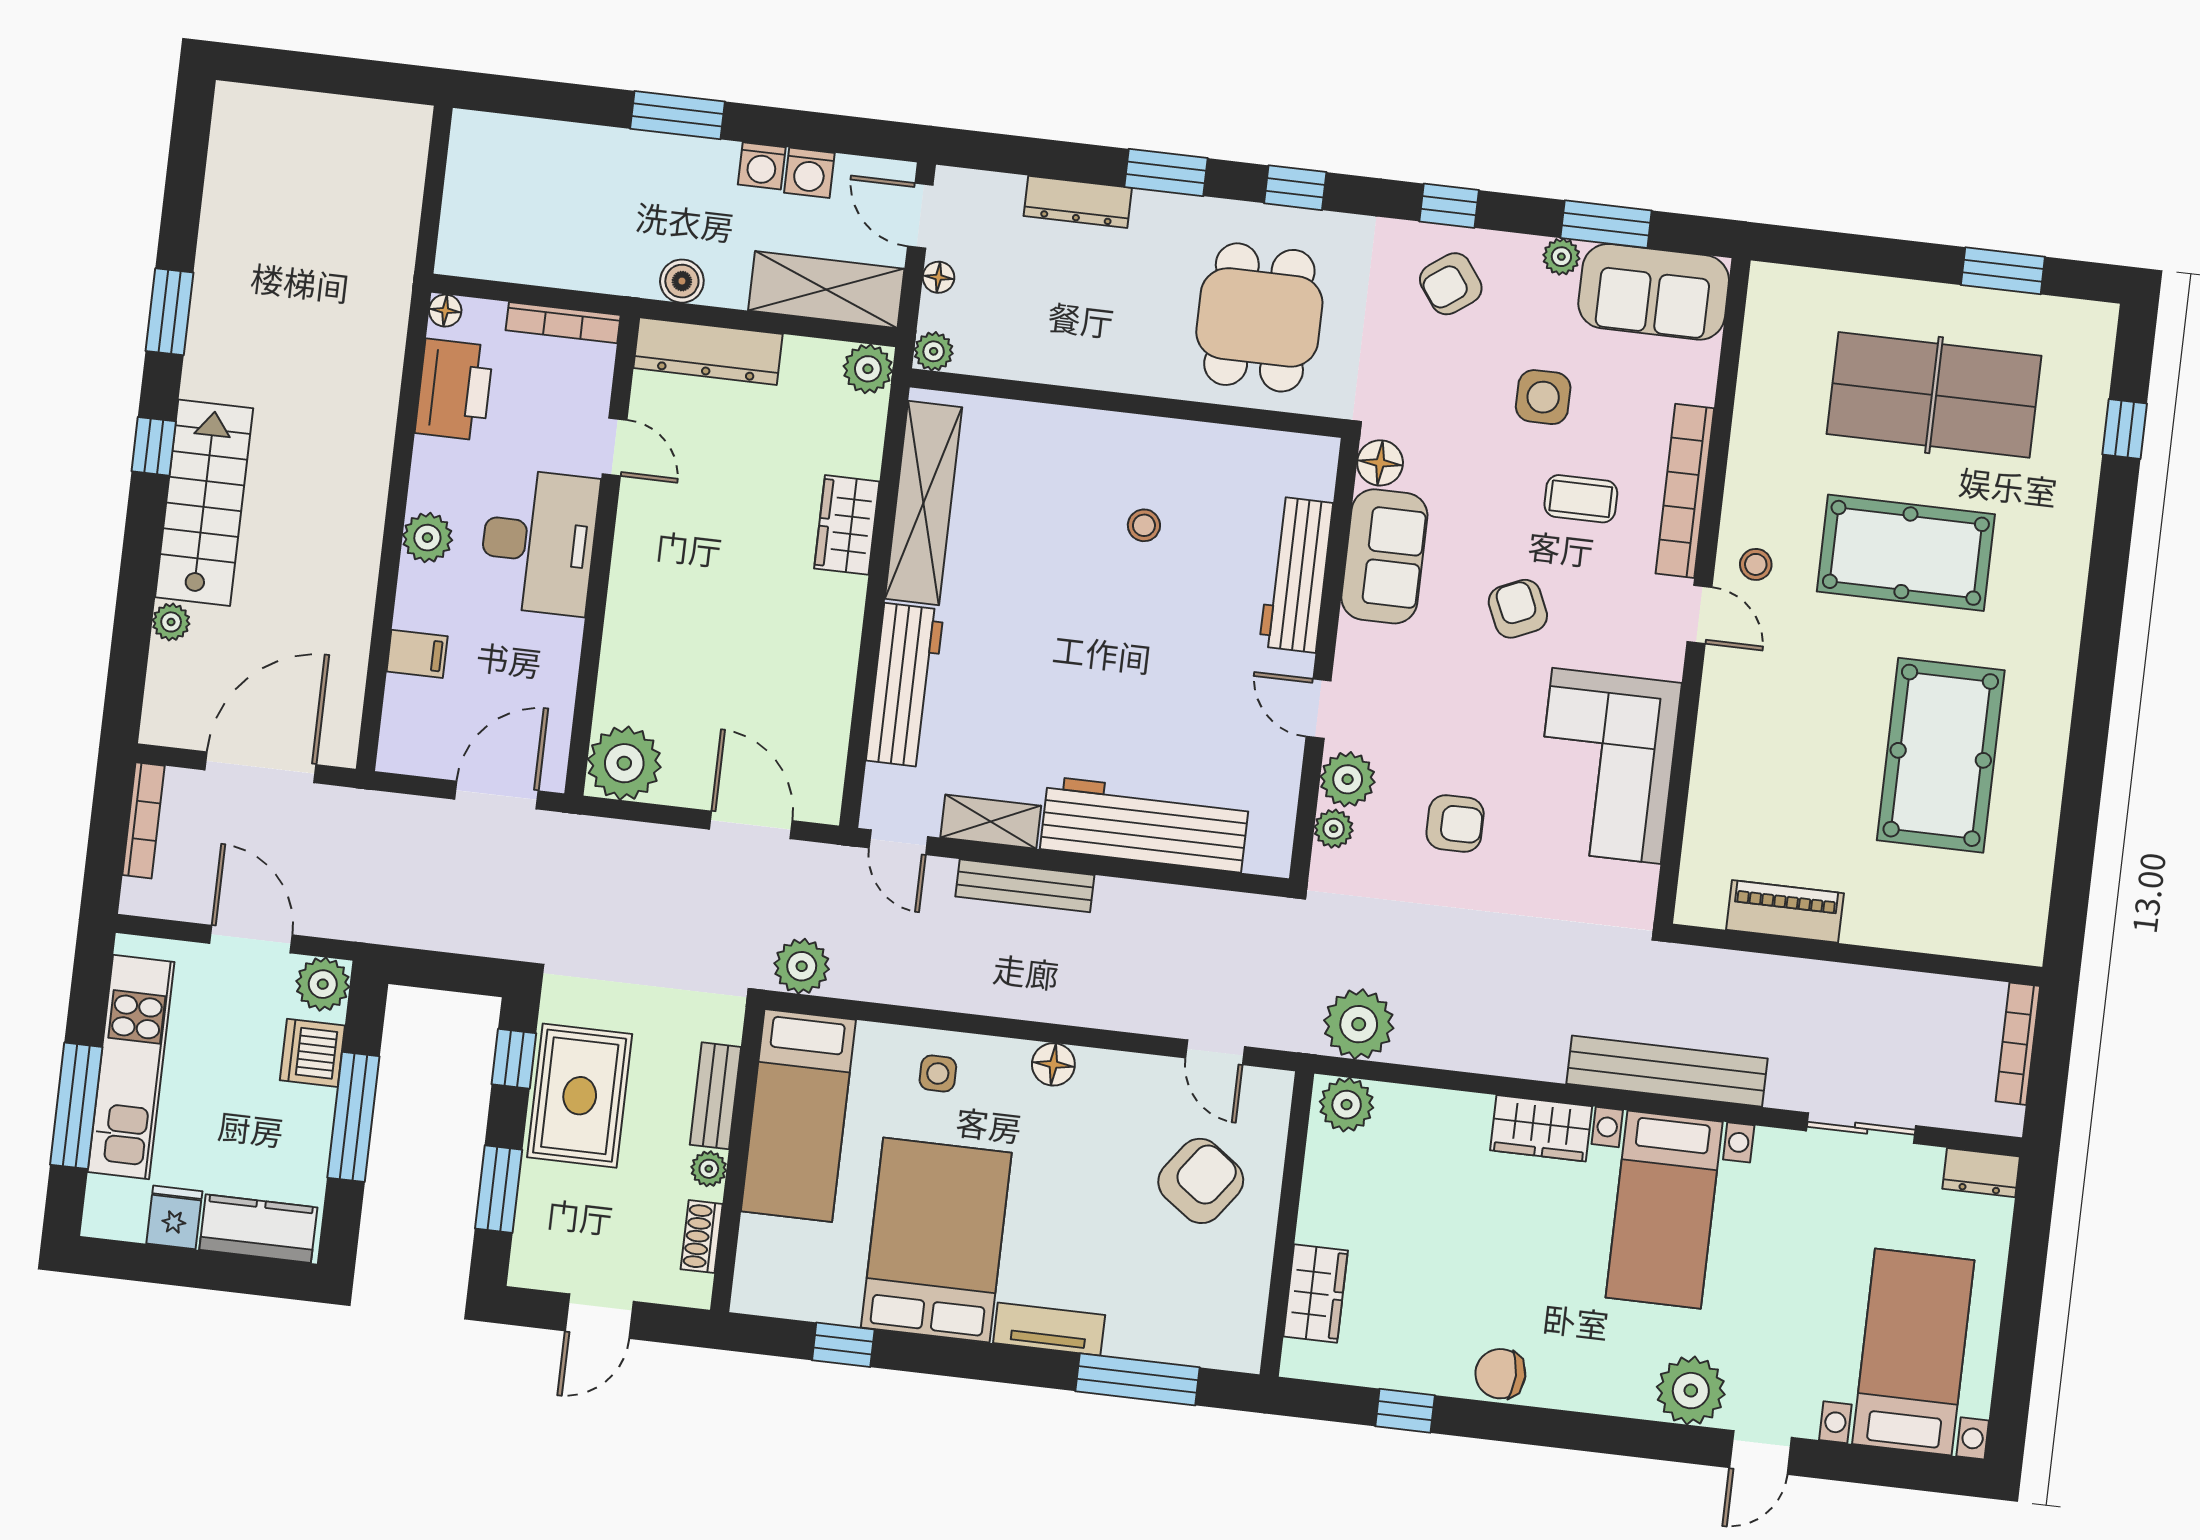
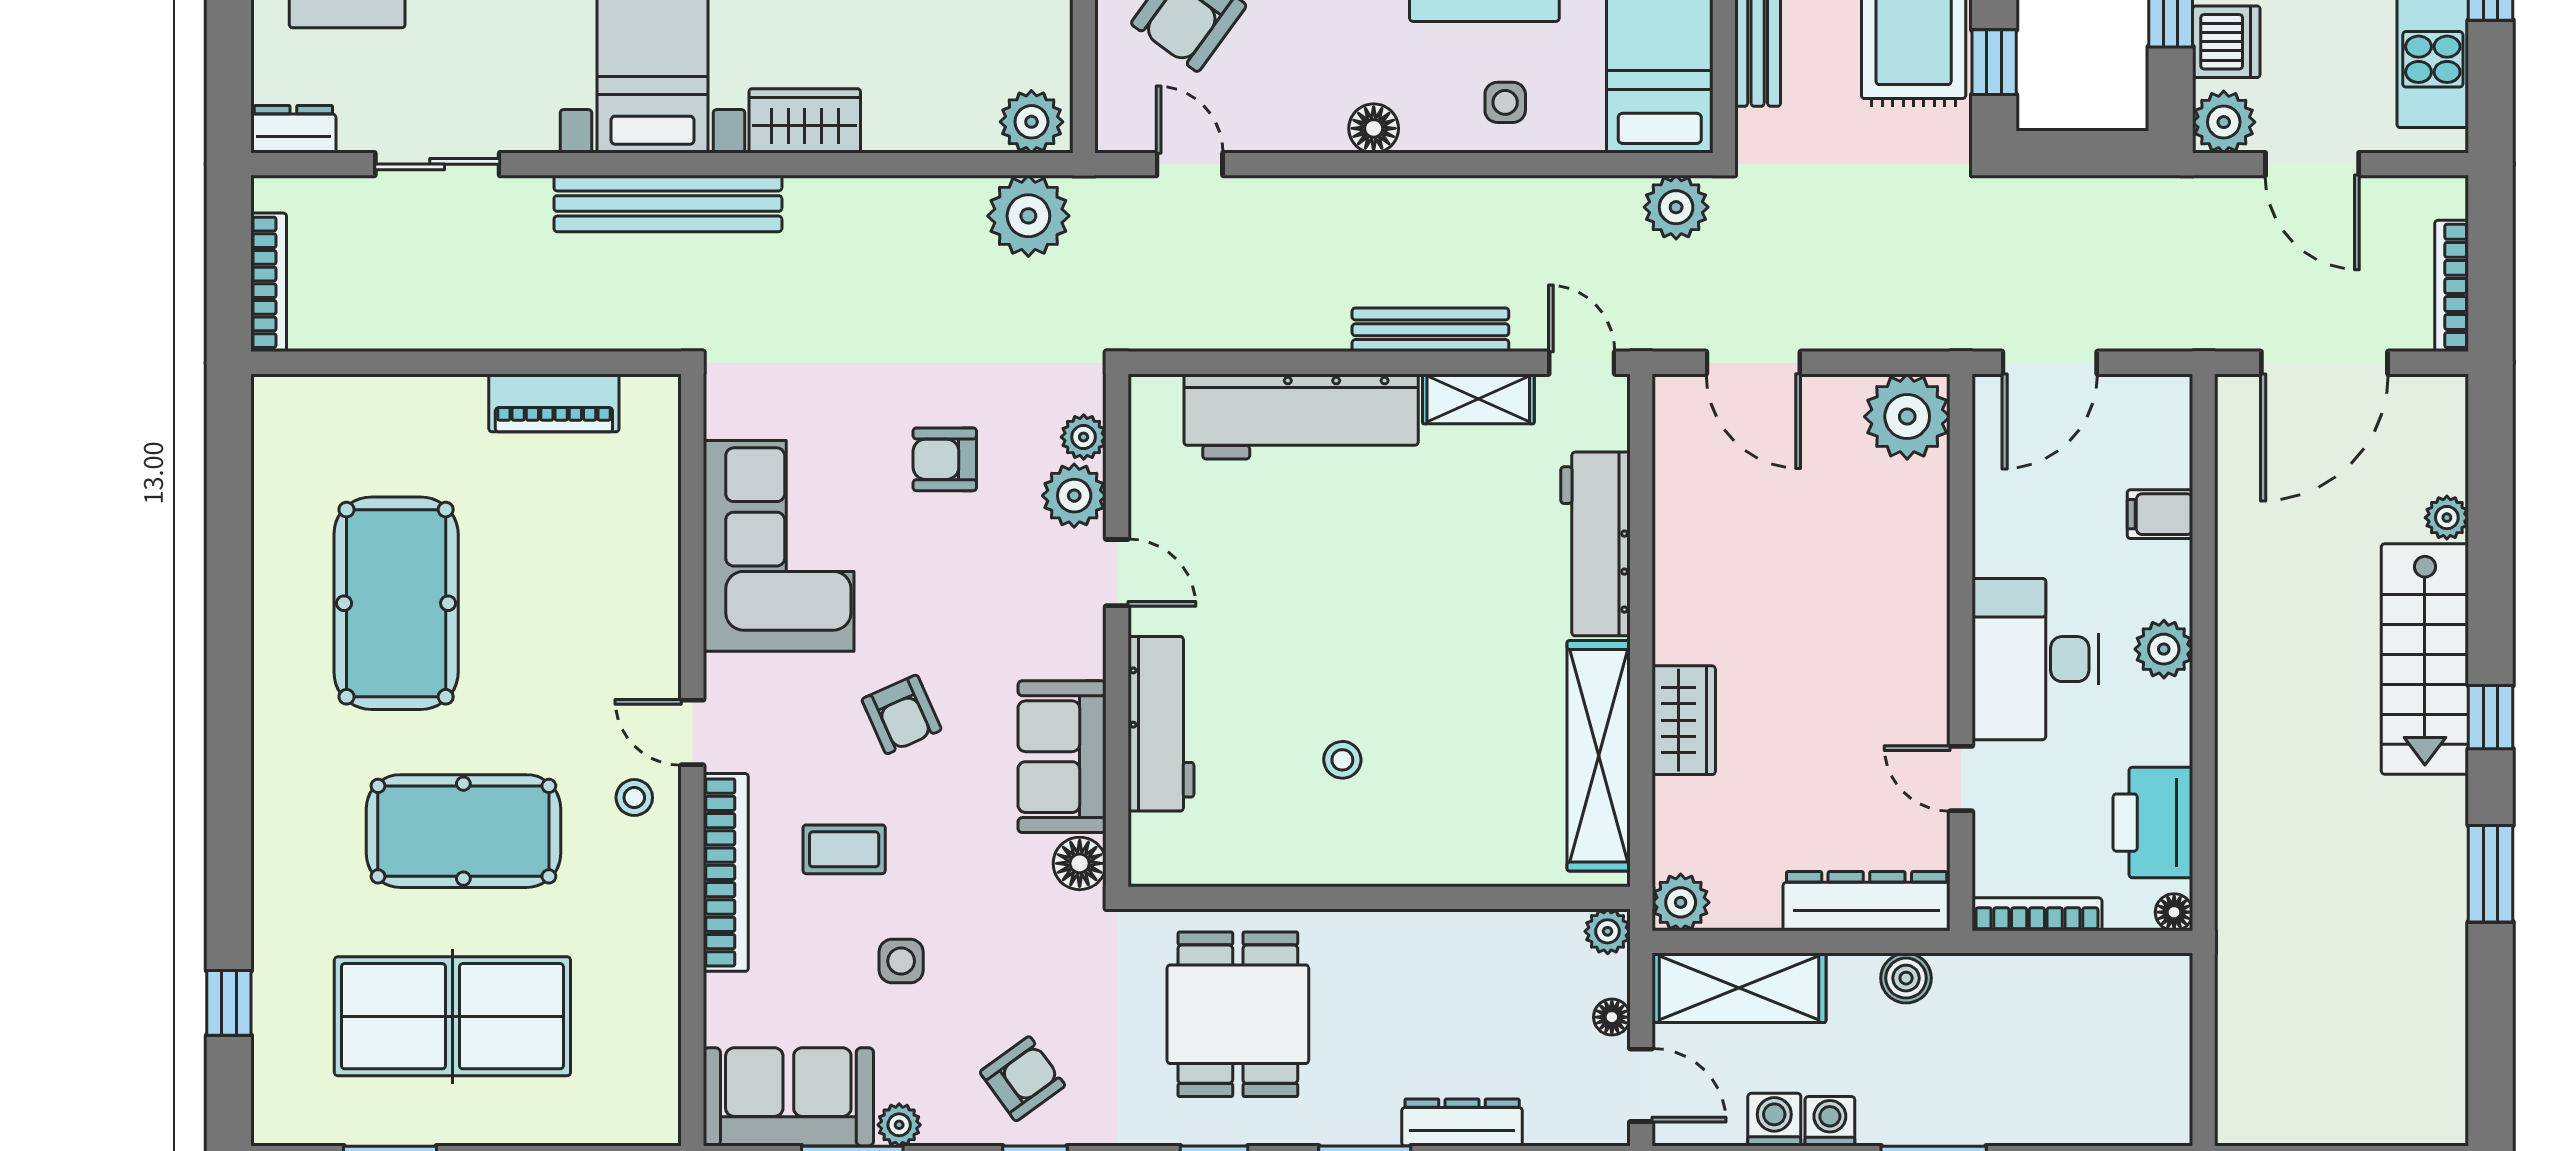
side table: (1543, 397) -> (901, 961), width x0.73, depth x0.73

